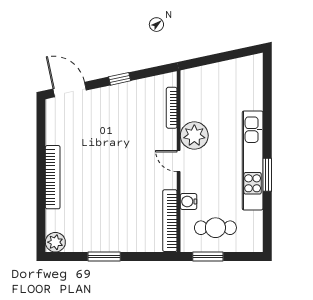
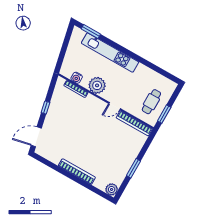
kitchen unit: (253, 160) -> (110, 53), moved
door: (179, 161) -> (115, 106), moved
window: (267, 175) -> (91, 32), moved
water cooler: (189, 201) -> (77, 78), moved

